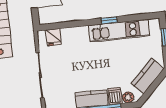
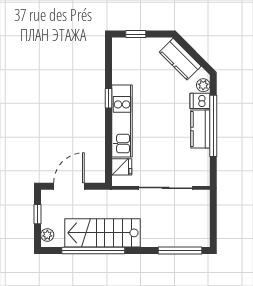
kitchen unit: (119, 31) -> (122, 121), moved

